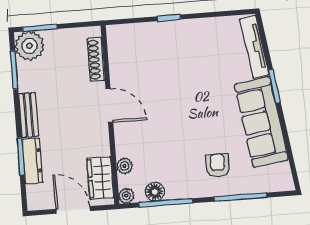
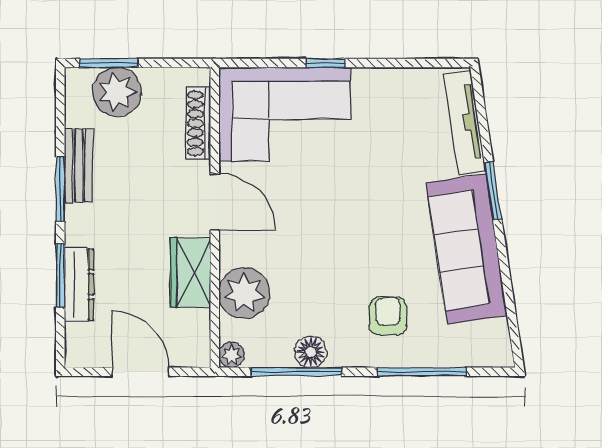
plant: (30, 46) -> (117, 92), moved
corner sofa: (147, 50) -> (285, 114), added
window: (14, 70) -> (60, 189), moved
bench: (29, 115) -> (79, 166), moved
plant: (124, 166) -> (244, 293), width x1.88, depth x1.88
wardrobe: (100, 178) -> (190, 273), moved
floor lamp: (155, 192) -> (311, 352), moved

